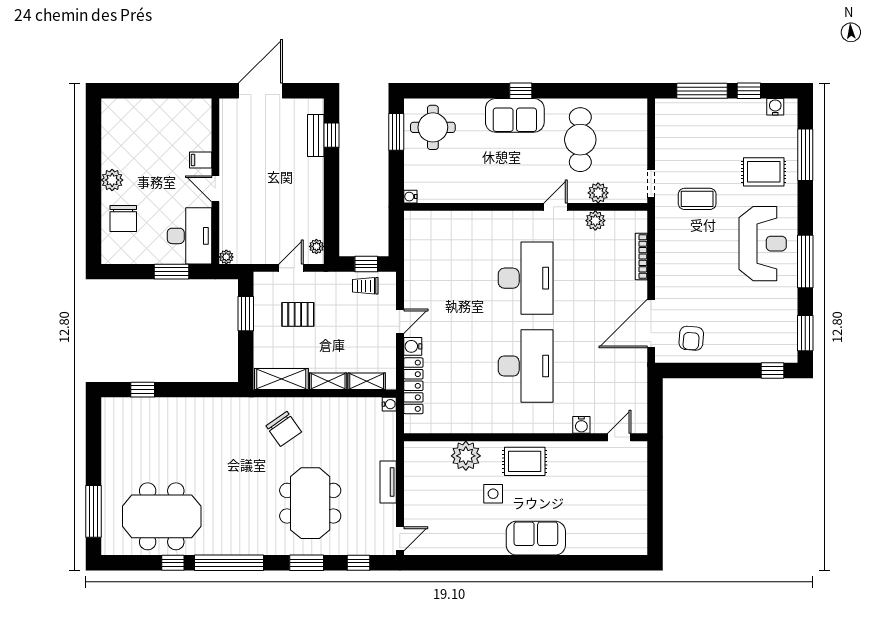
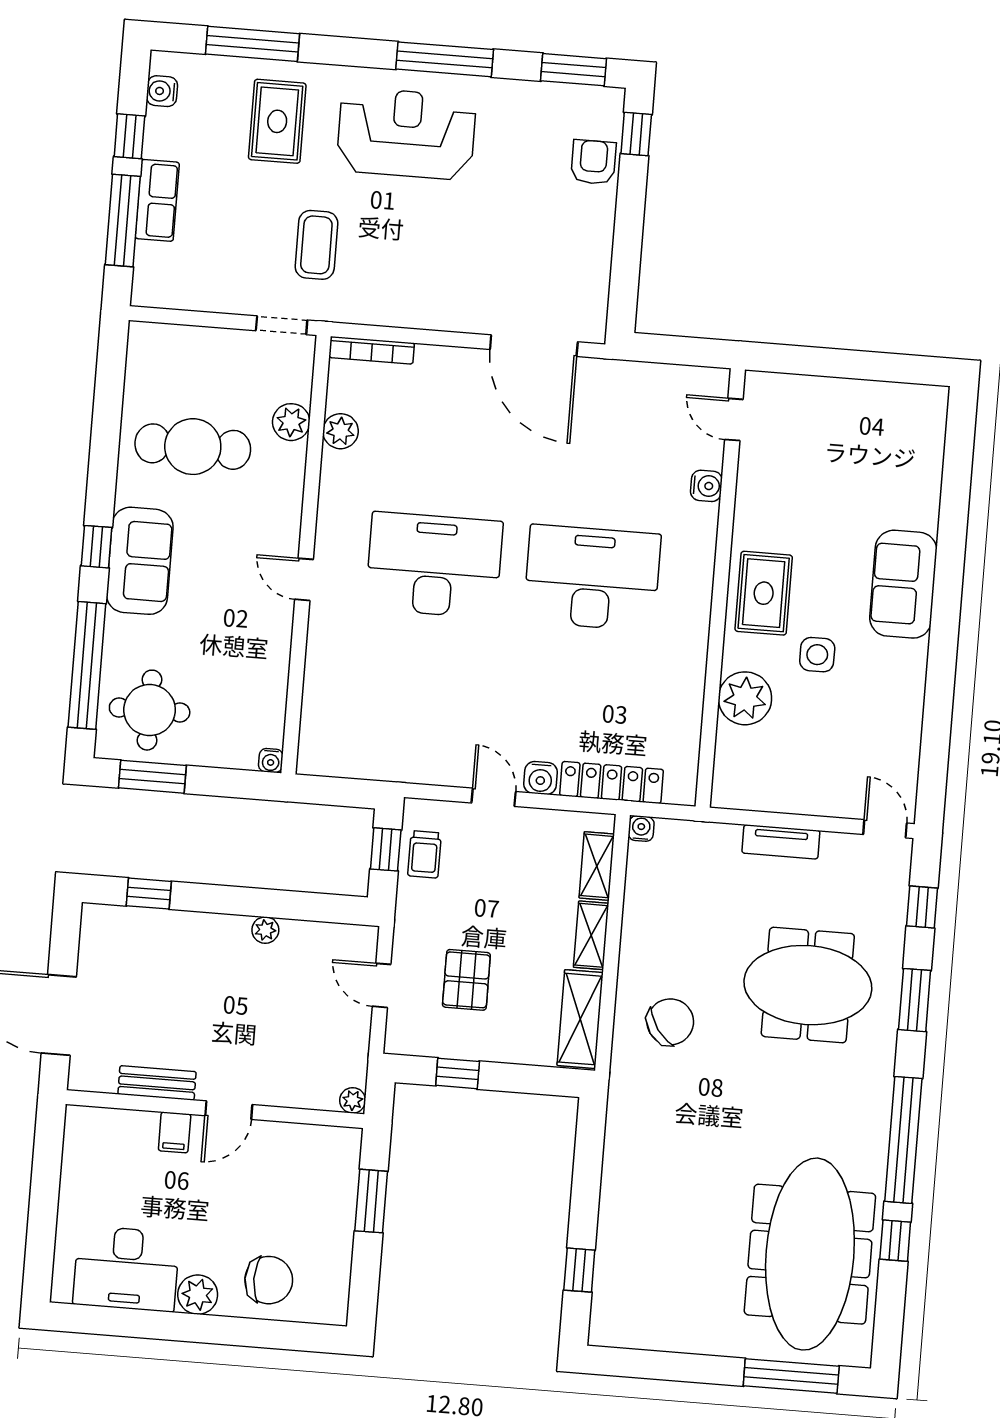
window: (455, 91) -> (87, 665), added
row of seats: (715, 109) -> (157, 200), added
bench: (316, 136) -> (157, 1083), moved
door: (555, 207) -> (304, 579), moved
desk: (189, 236) -> (126, 1269), moved, turned 180
plant: (316, 246) -> (265, 930), moved
bookcase: (641, 257) -> (372, 350), moved
window: (246, 314) -> (458, 1073), width x0.67
armchair: (691, 338) -> (593, 162), moved, turned -94
meeting table: (162, 516) -> (810, 1254), width x1.36

